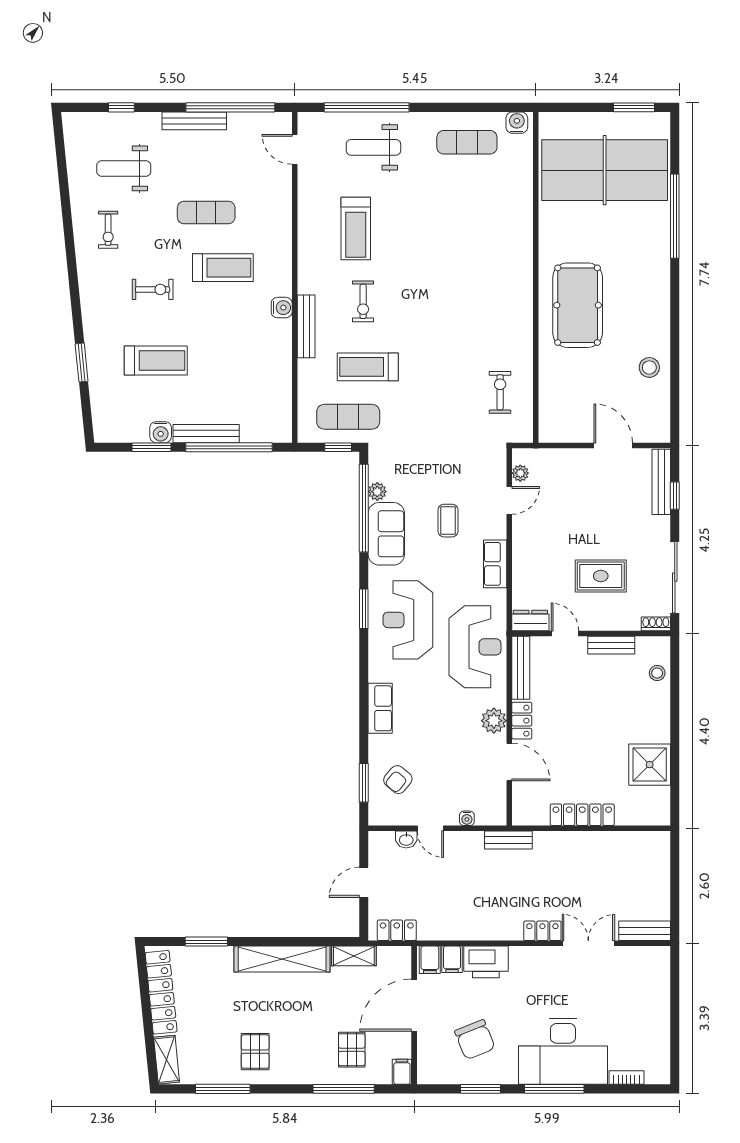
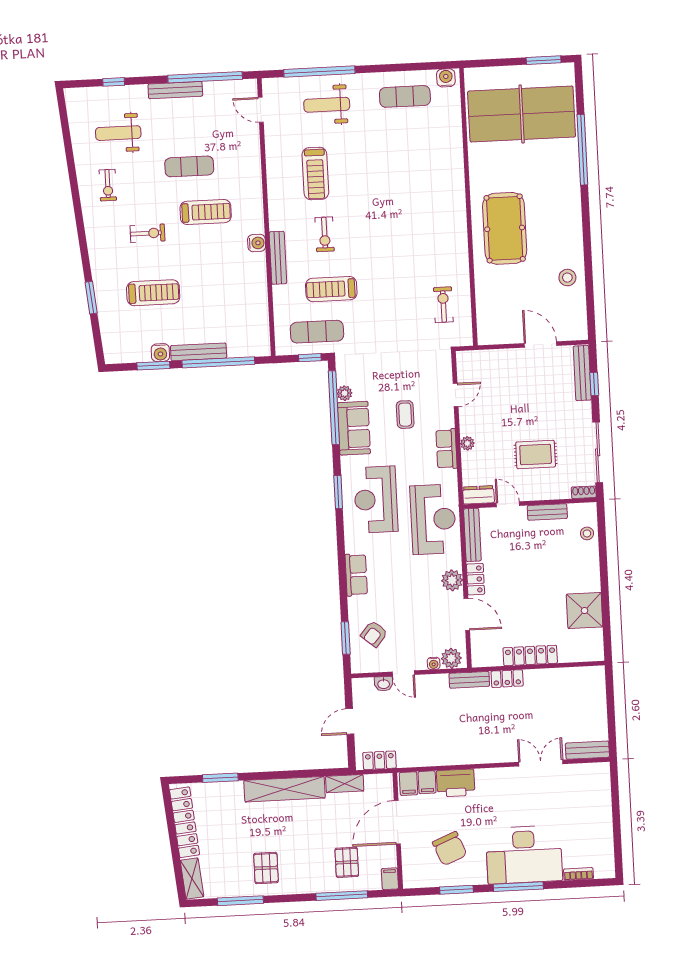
plant: (520, 473) -> (467, 443), moved
plant: (488, 813) -> (451, 658), added
locker: (542, 931) -> (507, 679), moved, turned 180

